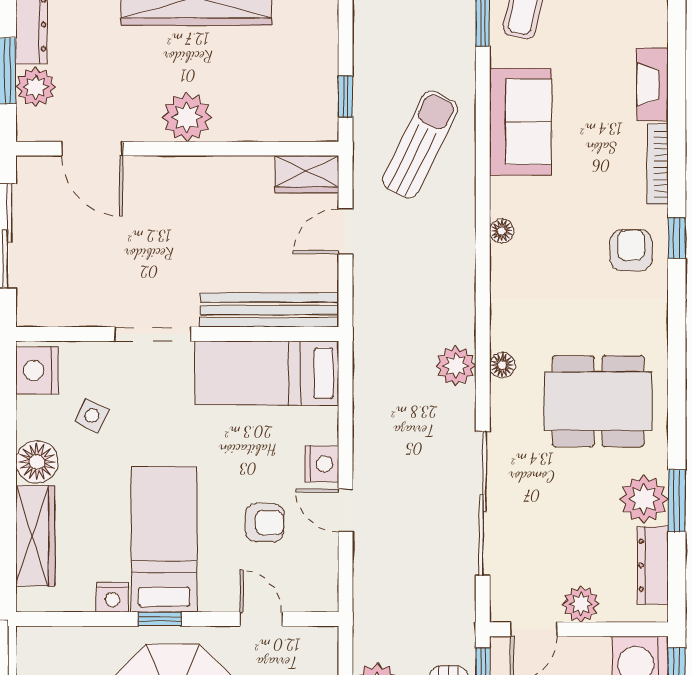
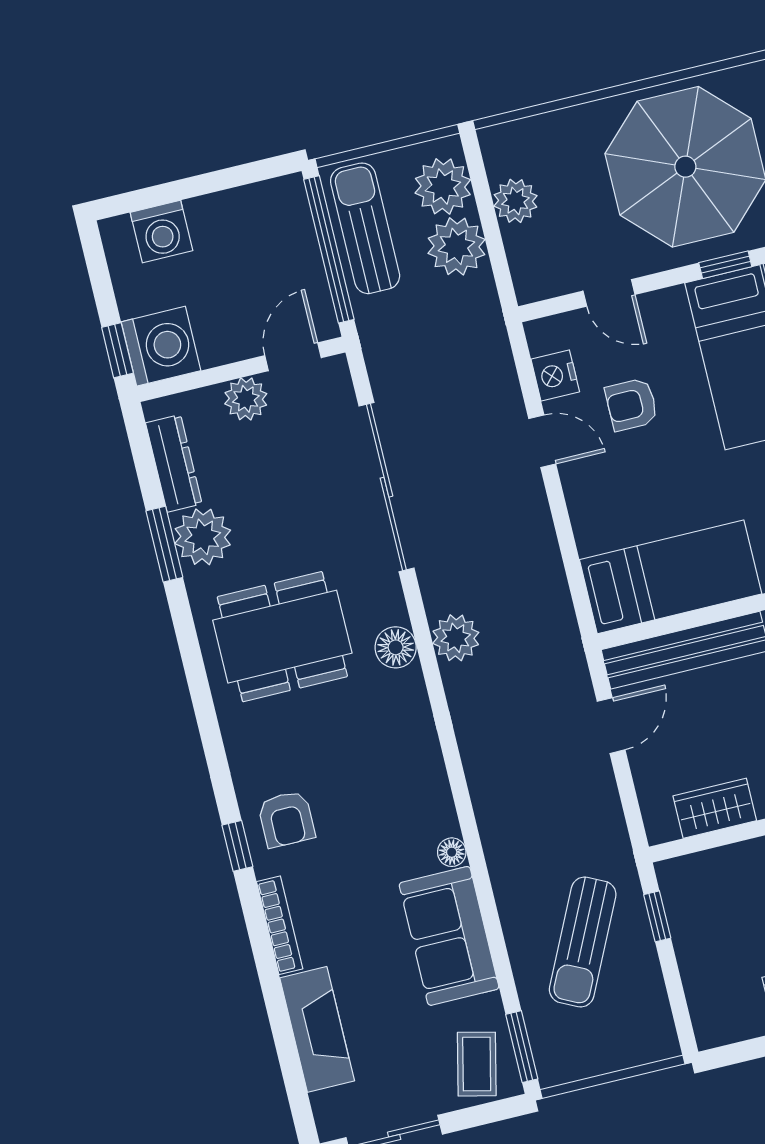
fireplace: (653, 85) -> (317, 1029), width x1.37, depth x1.32
sun lounger: (420, 145) -> (583, 942), moved
wardrobe: (307, 174) -> (715, 808), moved
door: (345, 231) -> (611, 726), moved
floor lamp: (502, 231) -> (452, 852), moved
floor lamp: (502, 365) -> (396, 647), width x1.37, depth x1.37
nightstand: (322, 464) -> (555, 375), moved

